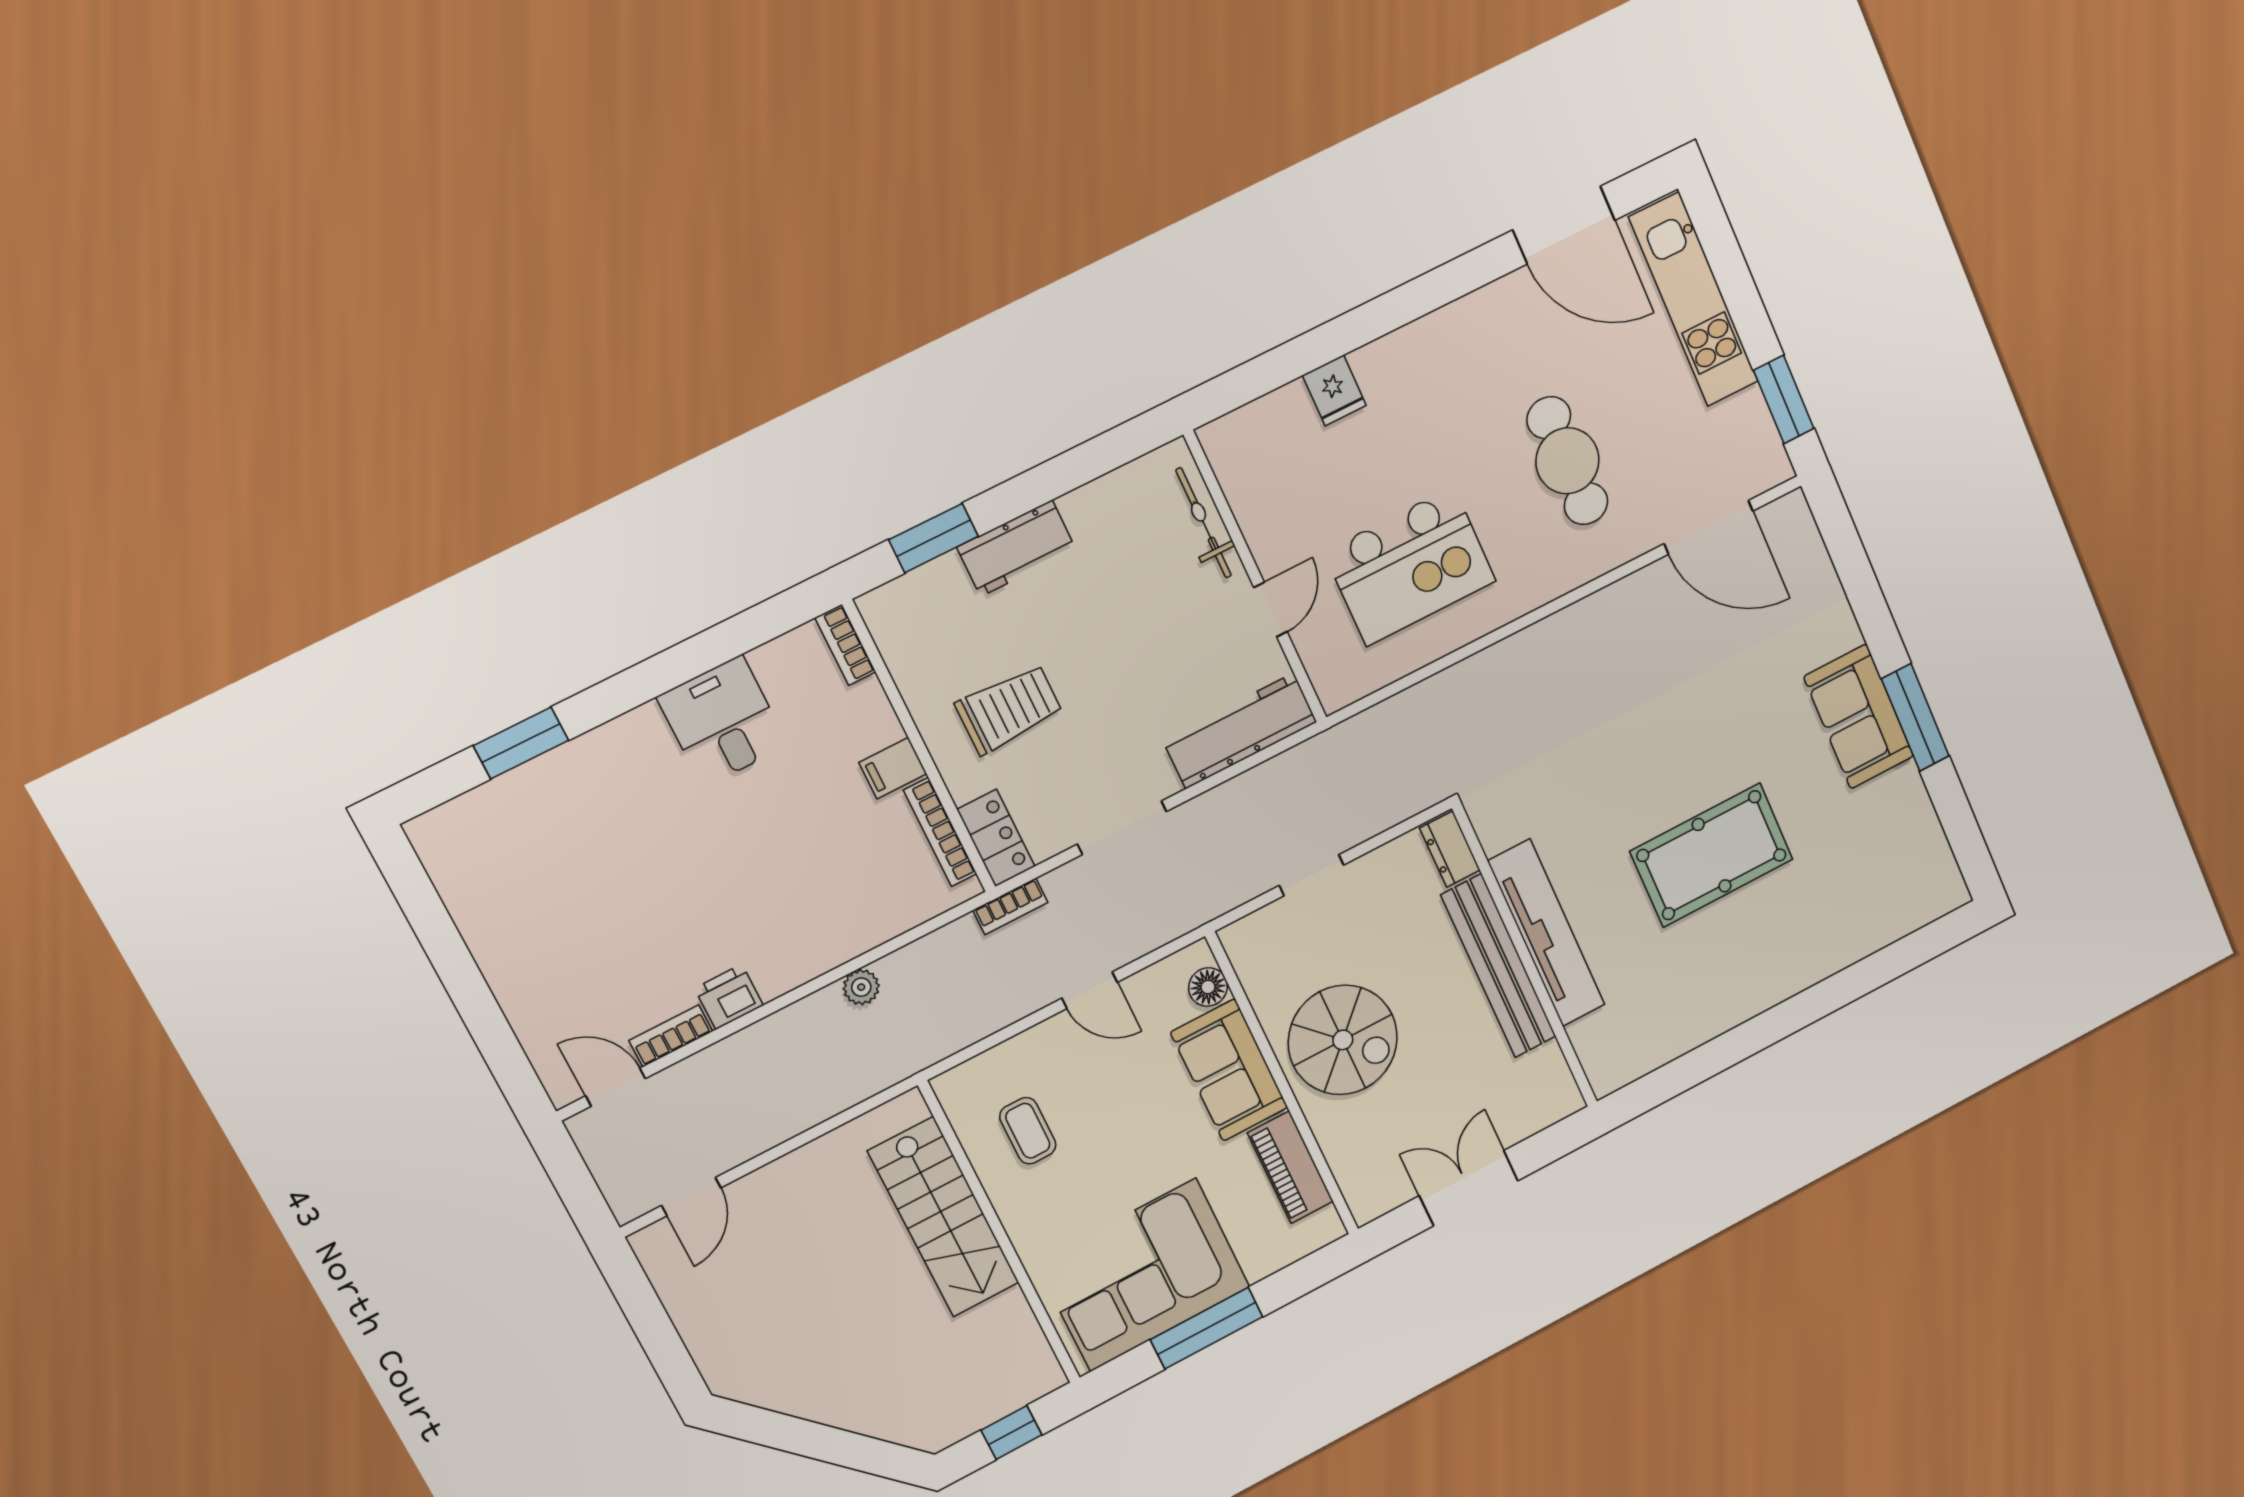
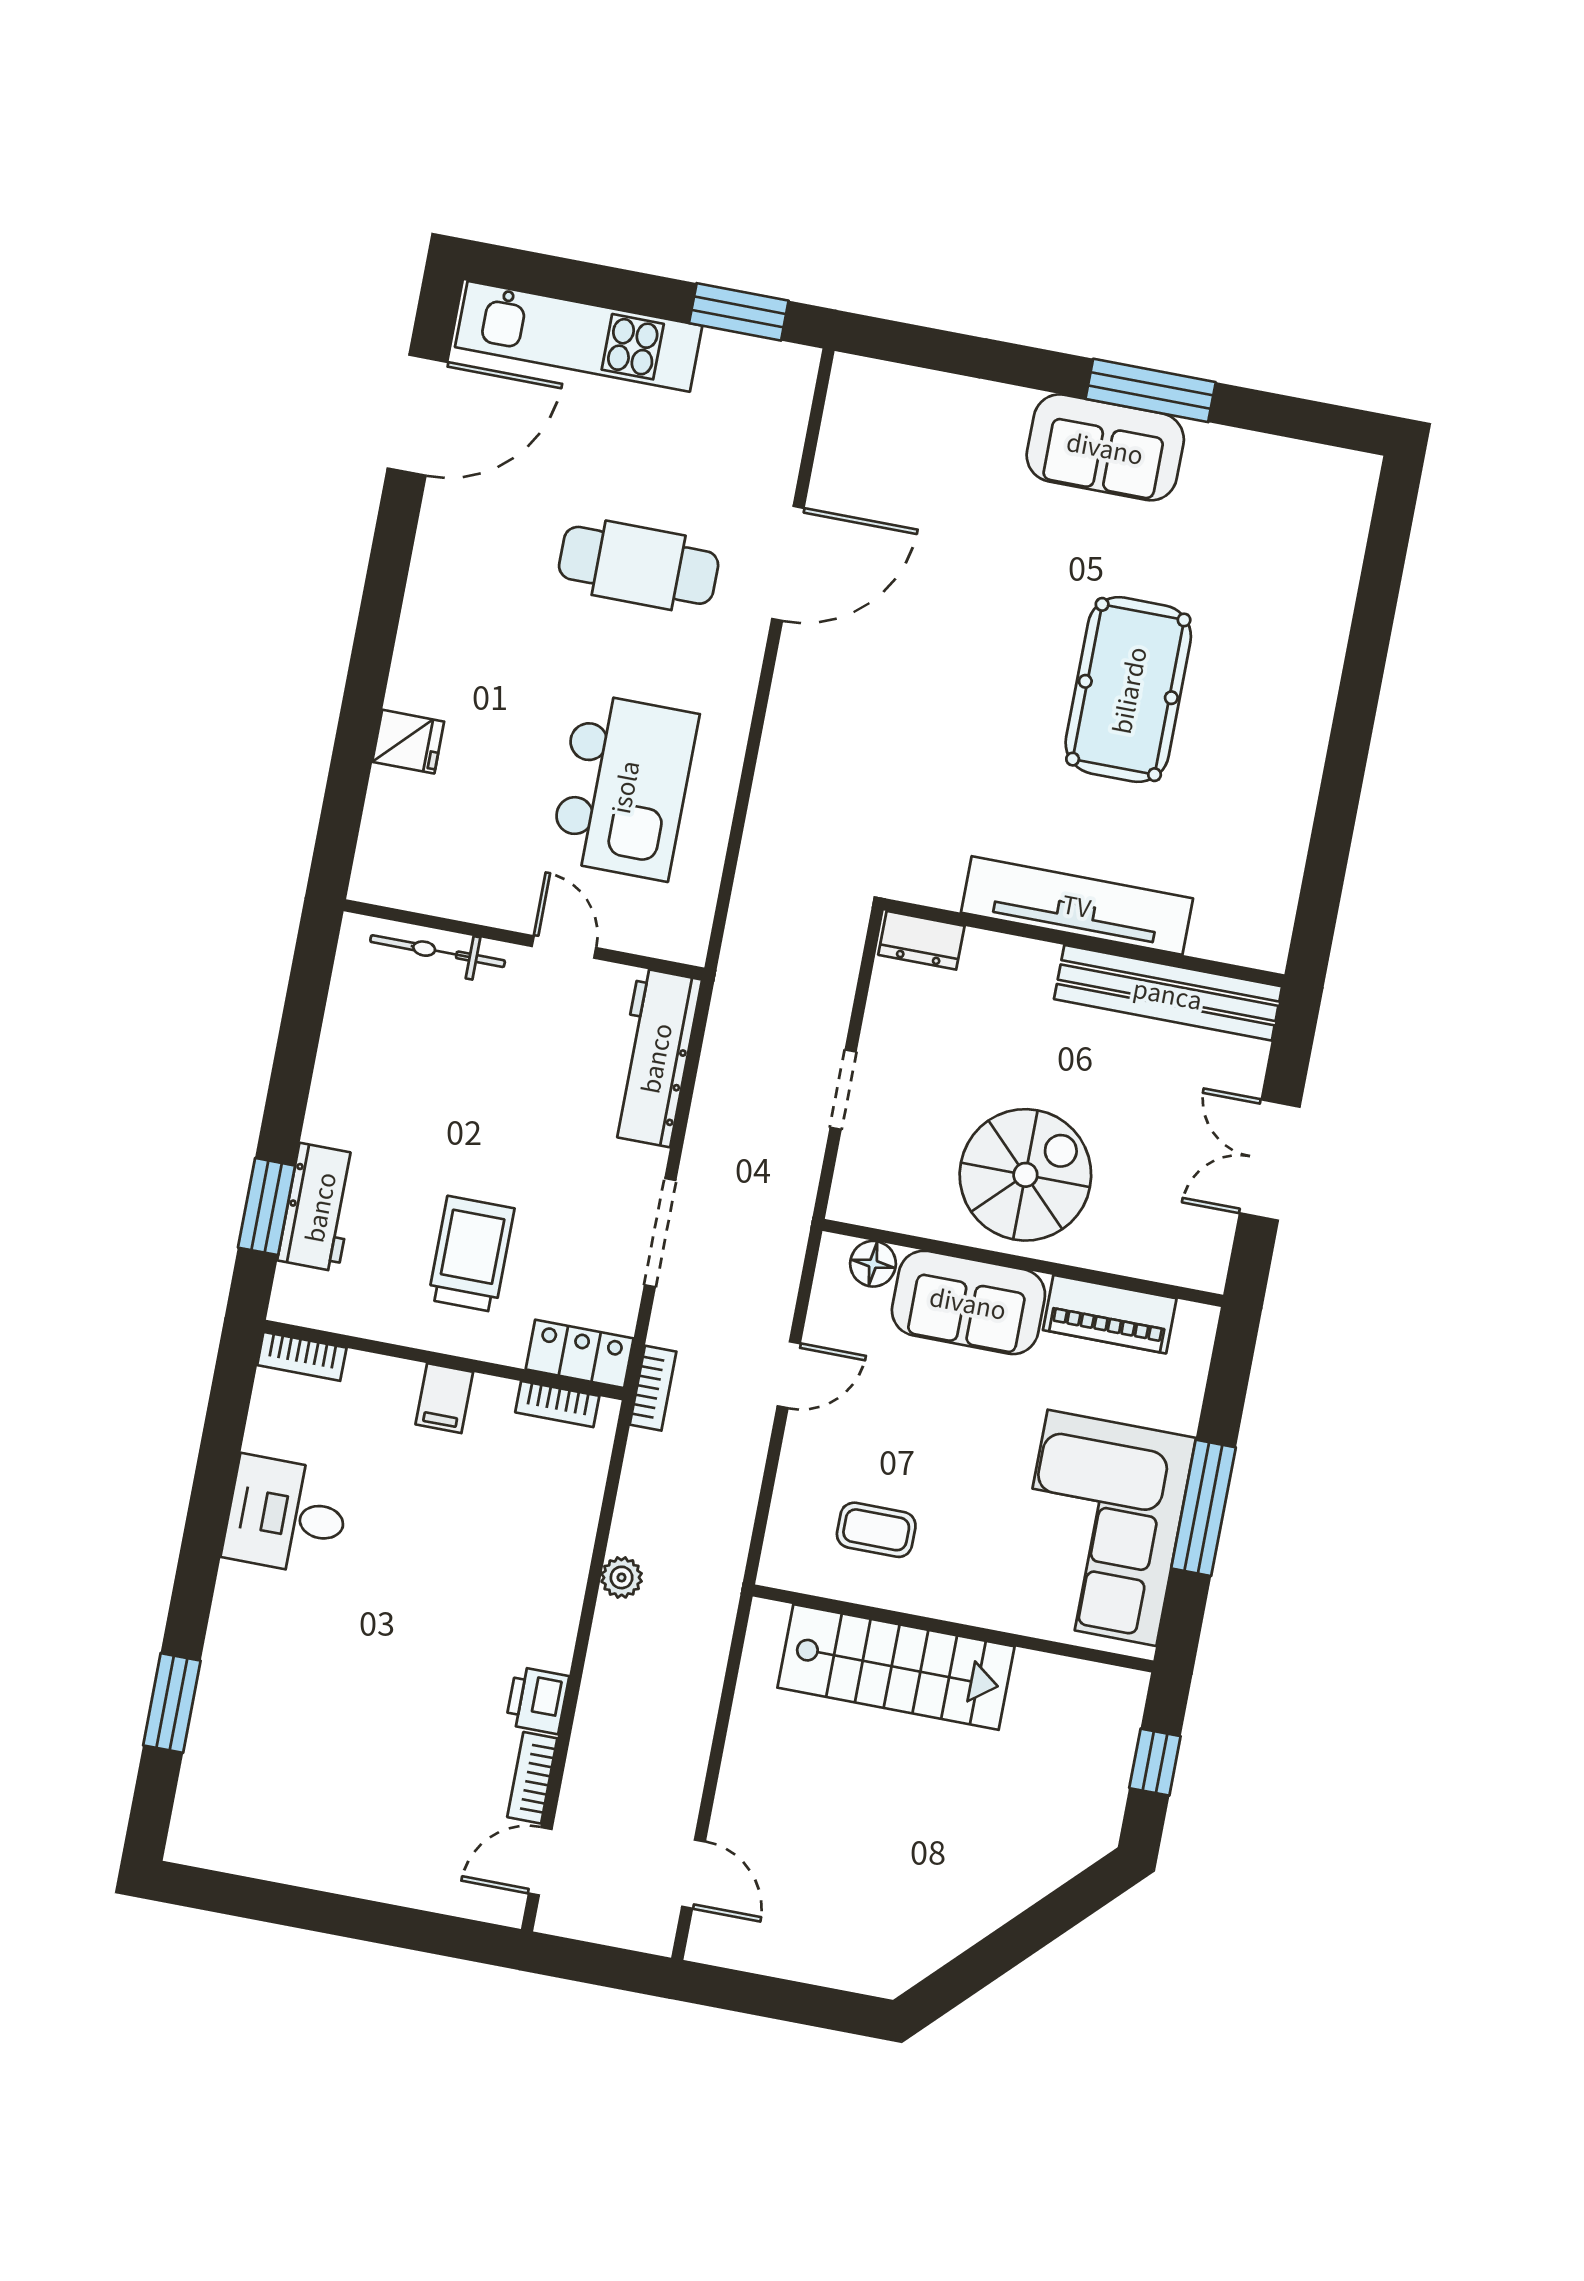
door: (1708, 527) -> (788, 563), moved
workbench: (1016, 548) -> (319, 1207), moved
bookcase: (940, 832) -> (557, 1404), width x0.64
bench: (1499, 966) -> (1168, 993), moved

